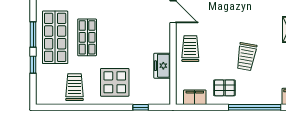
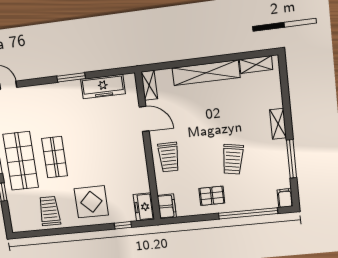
trolley: (190, 49) -> (169, 157), turned 180
freezer: (162, 66) -> (144, 207), moved
filing cabinet: (195, 97) -> (167, 206), moved, turned 90

